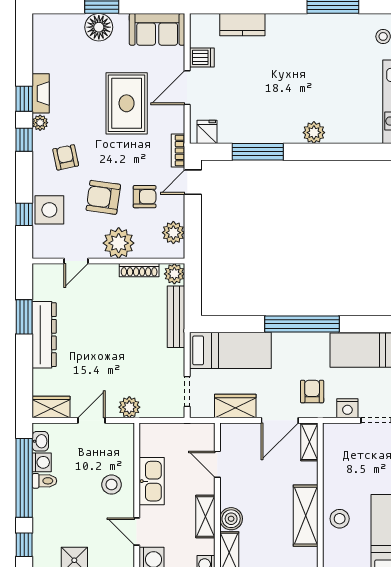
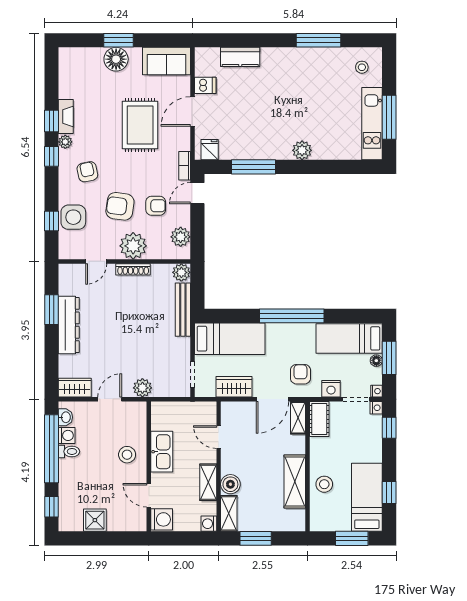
shoe rack: (139, 270) -> (133, 269), moved
cot: (334, 443) -> (319, 419), added

